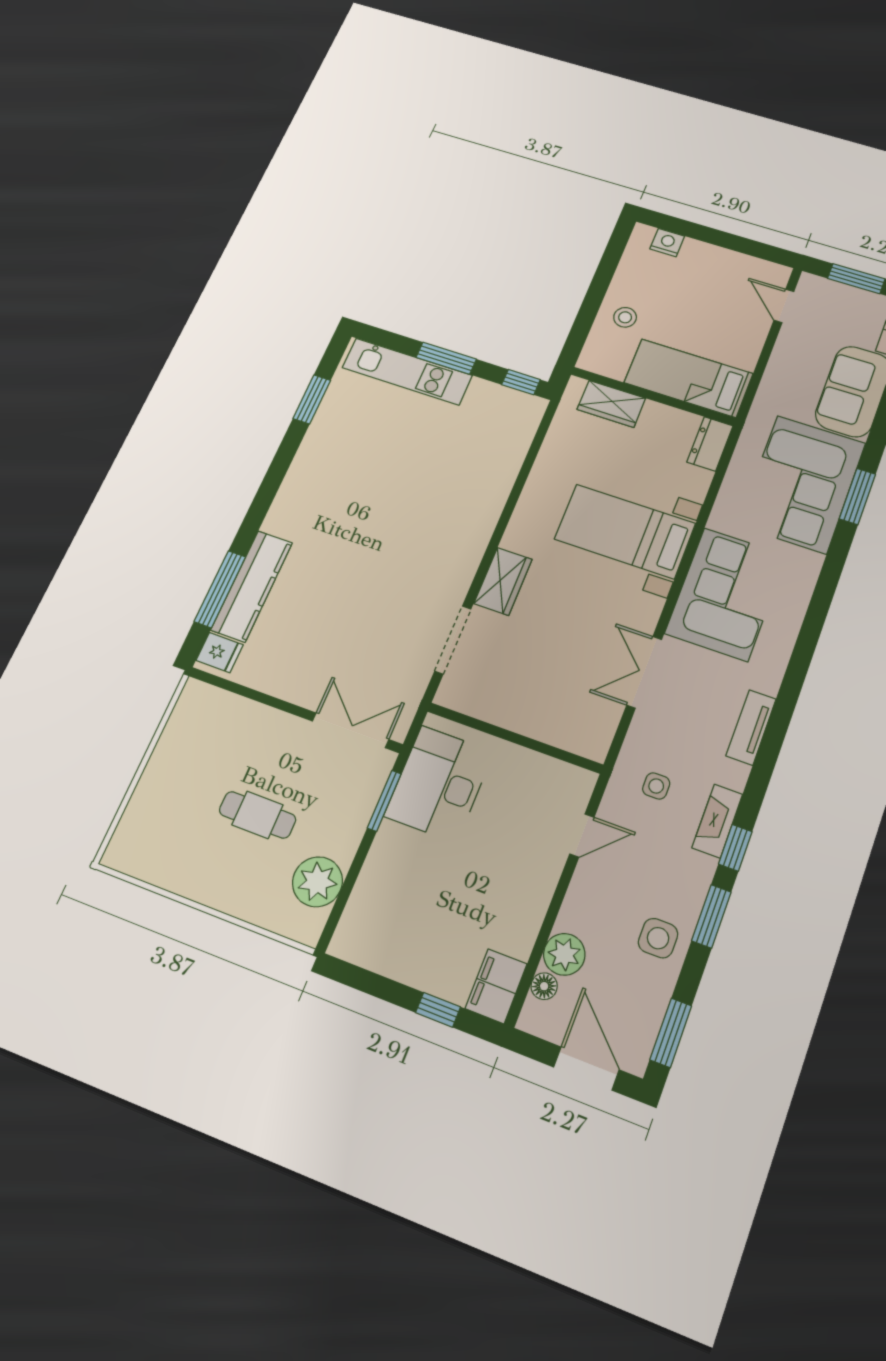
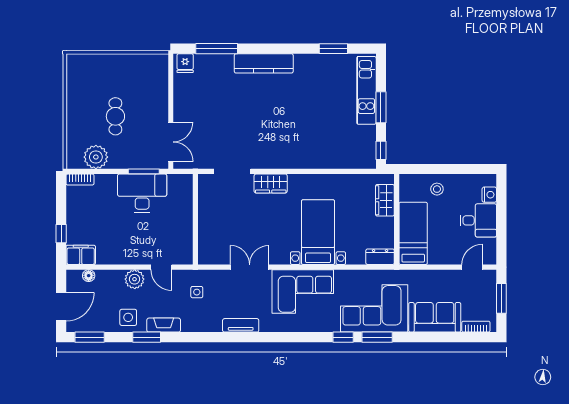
desk: (705, 272) -> (478, 220), added
kitchen counter: (252, 586) -> (264, 63), moved
desk: (439, 784) -> (142, 193), moved
fireplace: (717, 821) -> (164, 325), moved
window: (735, 848) -> (343, 337), moved
bookcase: (347, 930) -> (80, 180), added
plant: (564, 954) -> (135, 279), moved

